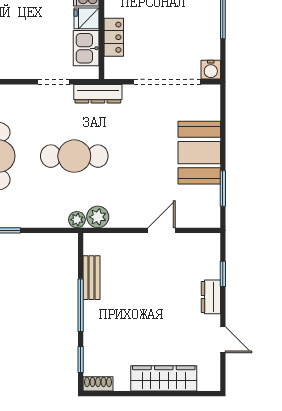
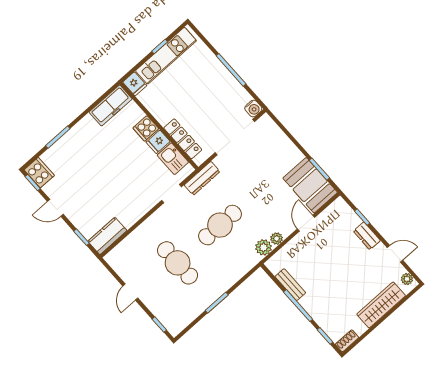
locker: (114, 37) -> (183, 139), width x1.53
booth: (199, 153) -> (310, 185), moved
plant: (77, 220) -> (277, 239), moved
plant: (212, 376) -> (407, 279), added

